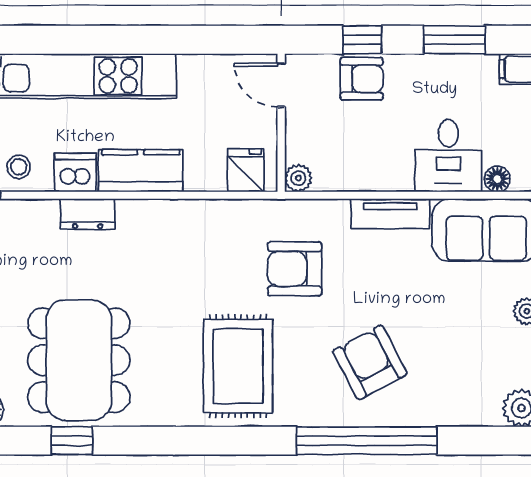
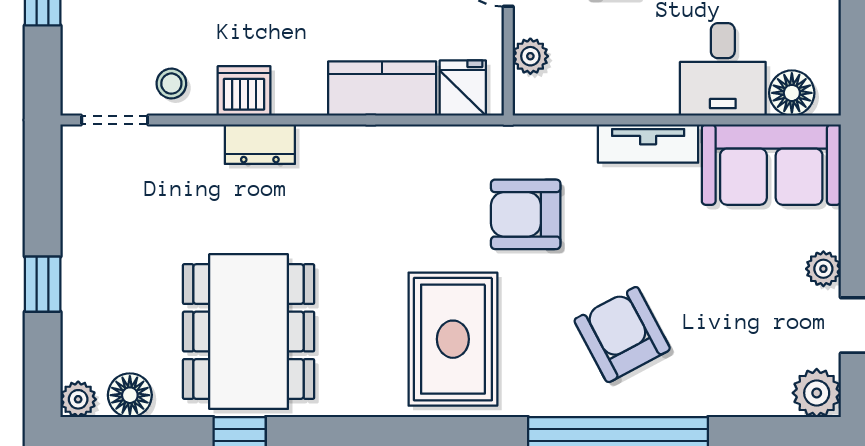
kitchen counter: (141, 171) -> (382, 89), moved
plant: (298, 178) -> (530, 56), moved
floor lamp: (497, 179) -> (792, 93), width x1.37, depth x1.37

